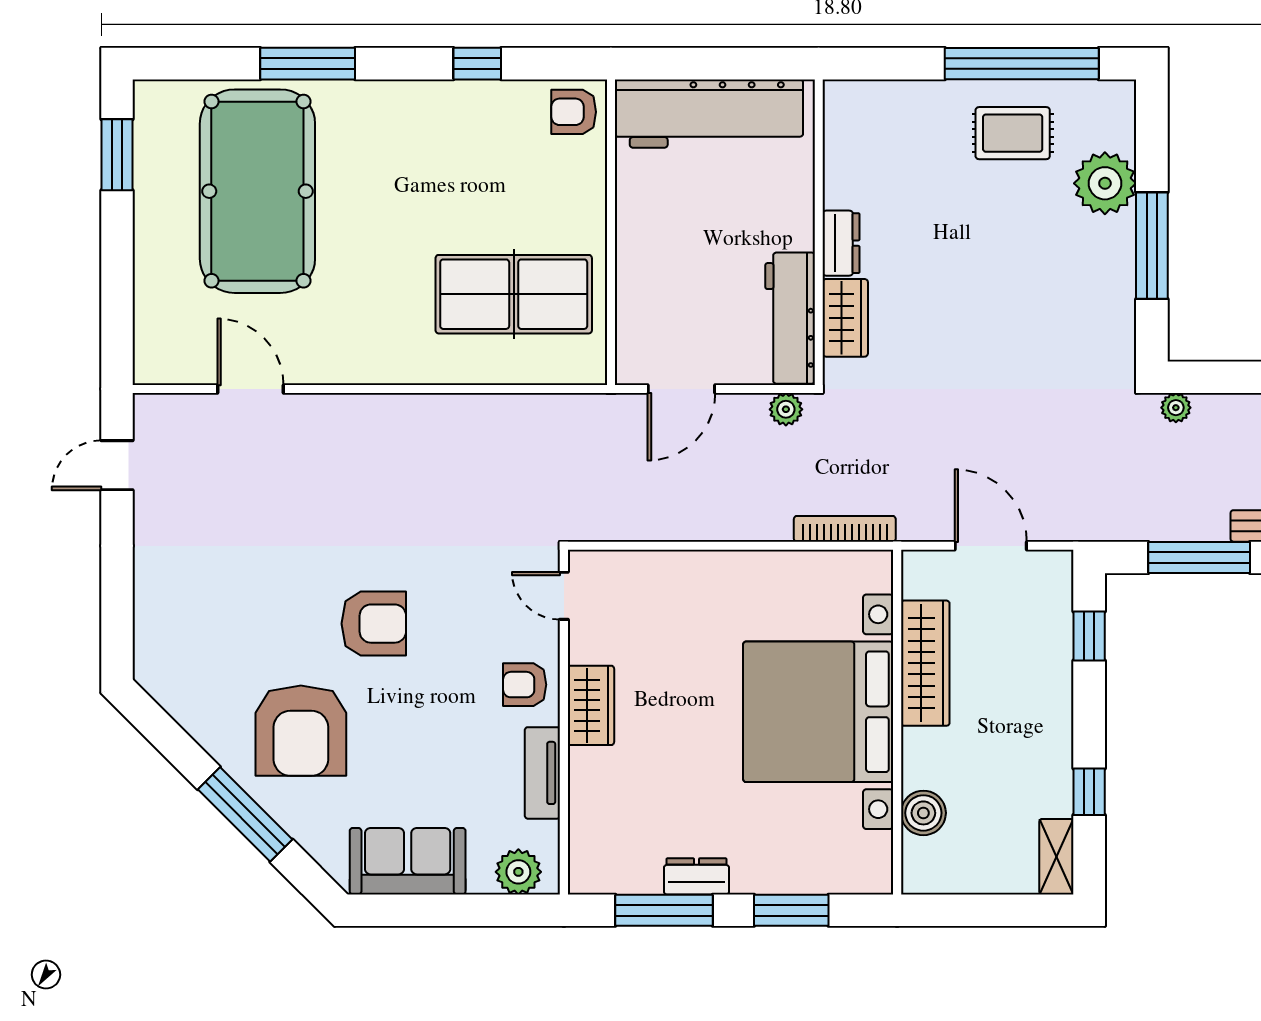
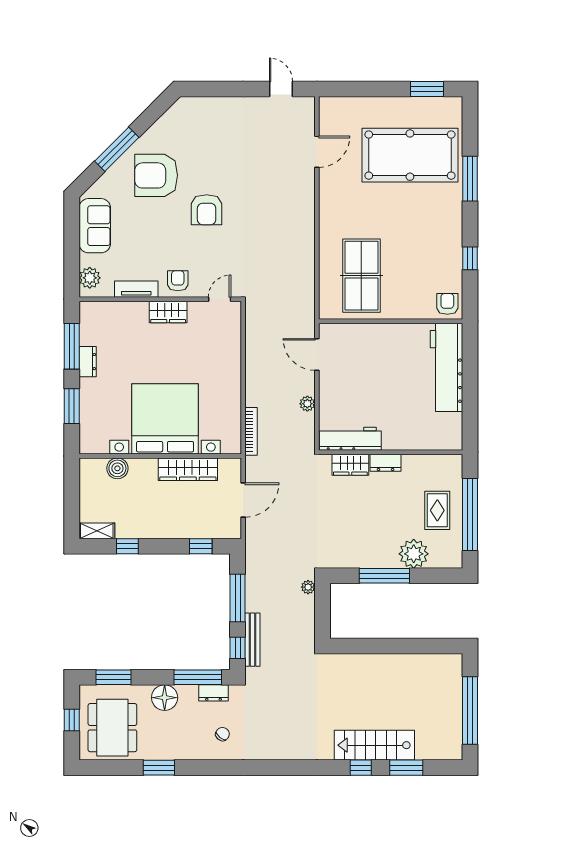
wall: (819, 232) -> (391, 452), moved
dresser: (841, 243) -> (386, 463), moved
workbench: (790, 318) -> (350, 439), moved
wardrobe: (845, 318) -> (350, 465), moved

